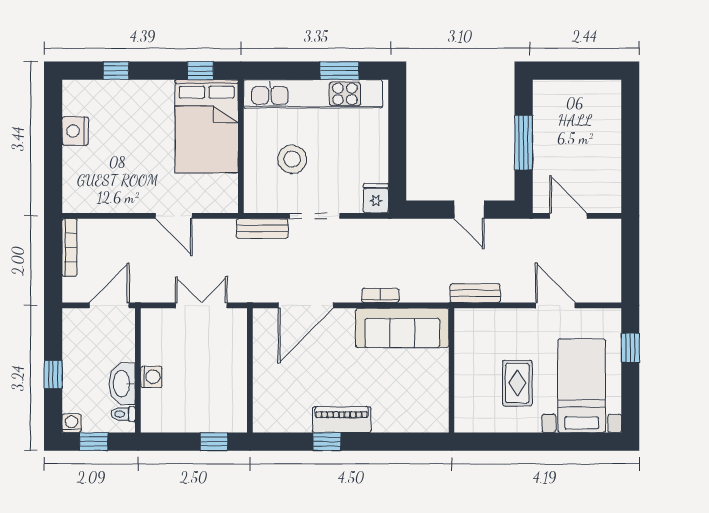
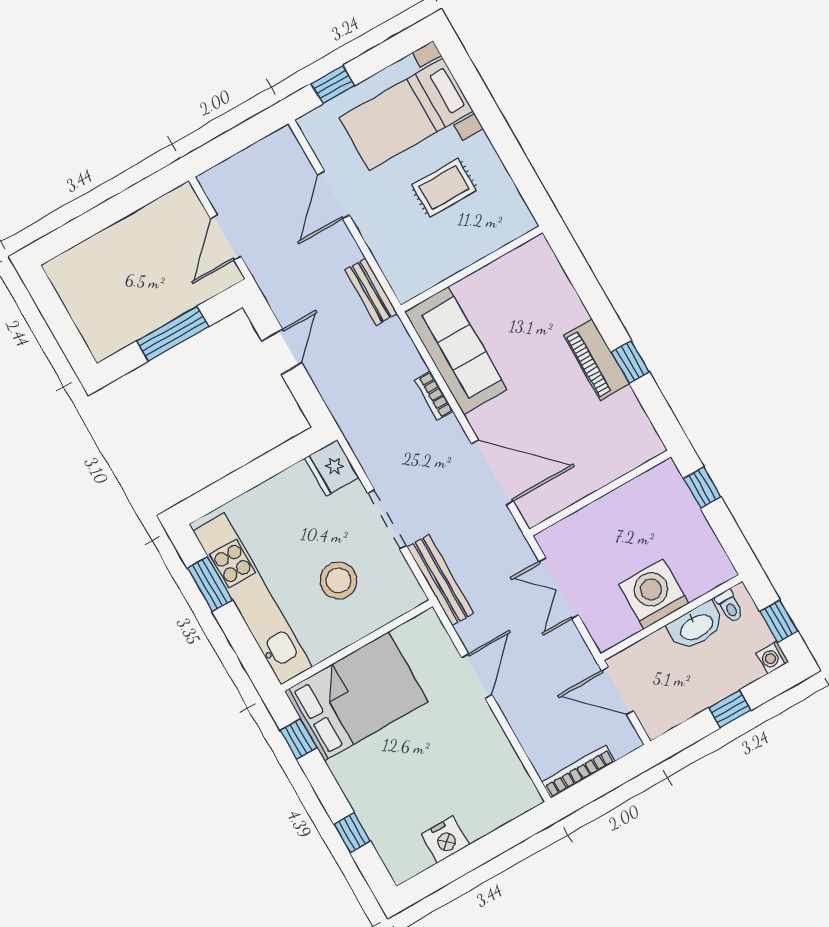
fridge: (376, 198) -> (332, 468), width x1.38
bench: (262, 228) -> (440, 580), width x1.36
washing machine: (151, 377) -> (654, 594), width x1.89, depth x1.89

